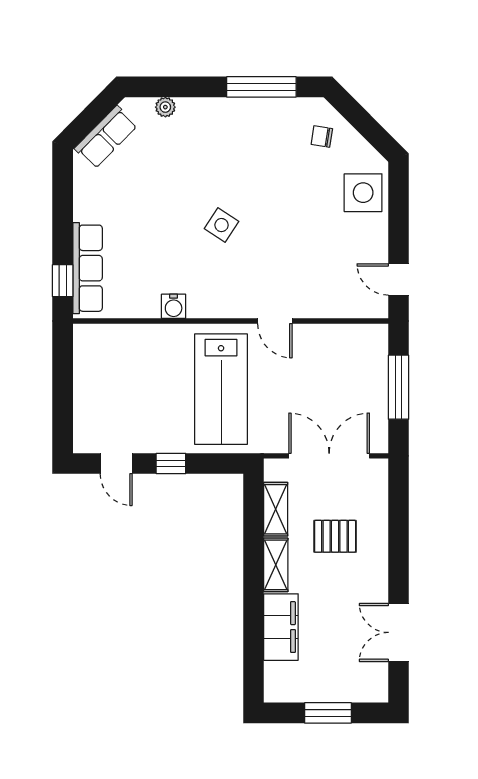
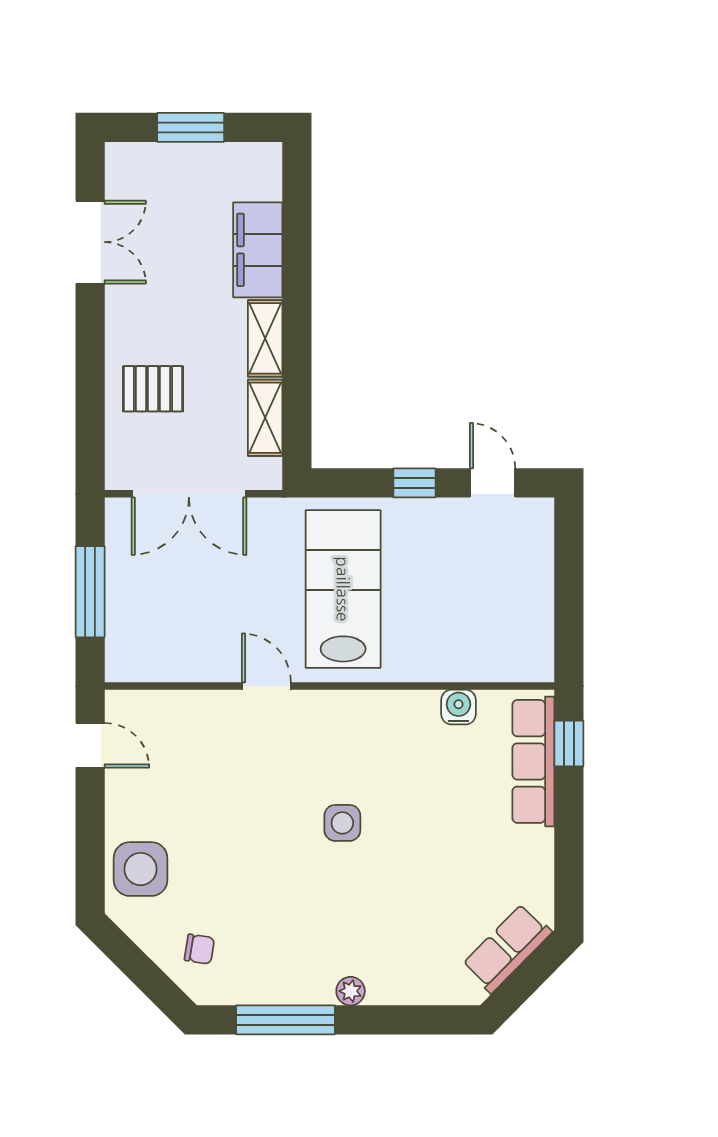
plant: (165, 107) -> (351, 991), moved
side table: (222, 225) -> (342, 823), turned -33
water cooler: (174, 306) -> (458, 707), moved
pallet: (335, 536) -> (153, 389), moved

